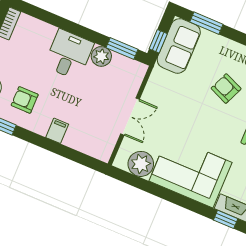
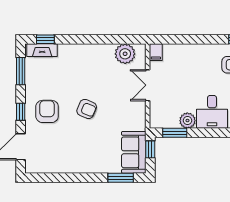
armchair: (226, 89) -> (87, 109), moved
filing cabinet: (57, 131) -> (156, 52), moved
corner sofa: (190, 172) -> (86, 63), removed

